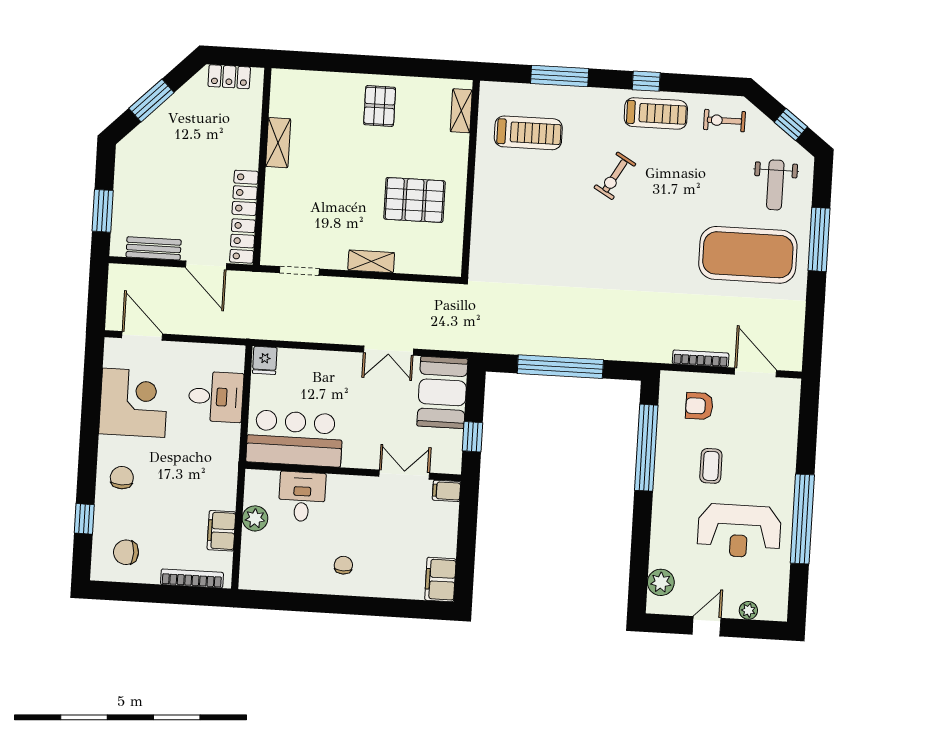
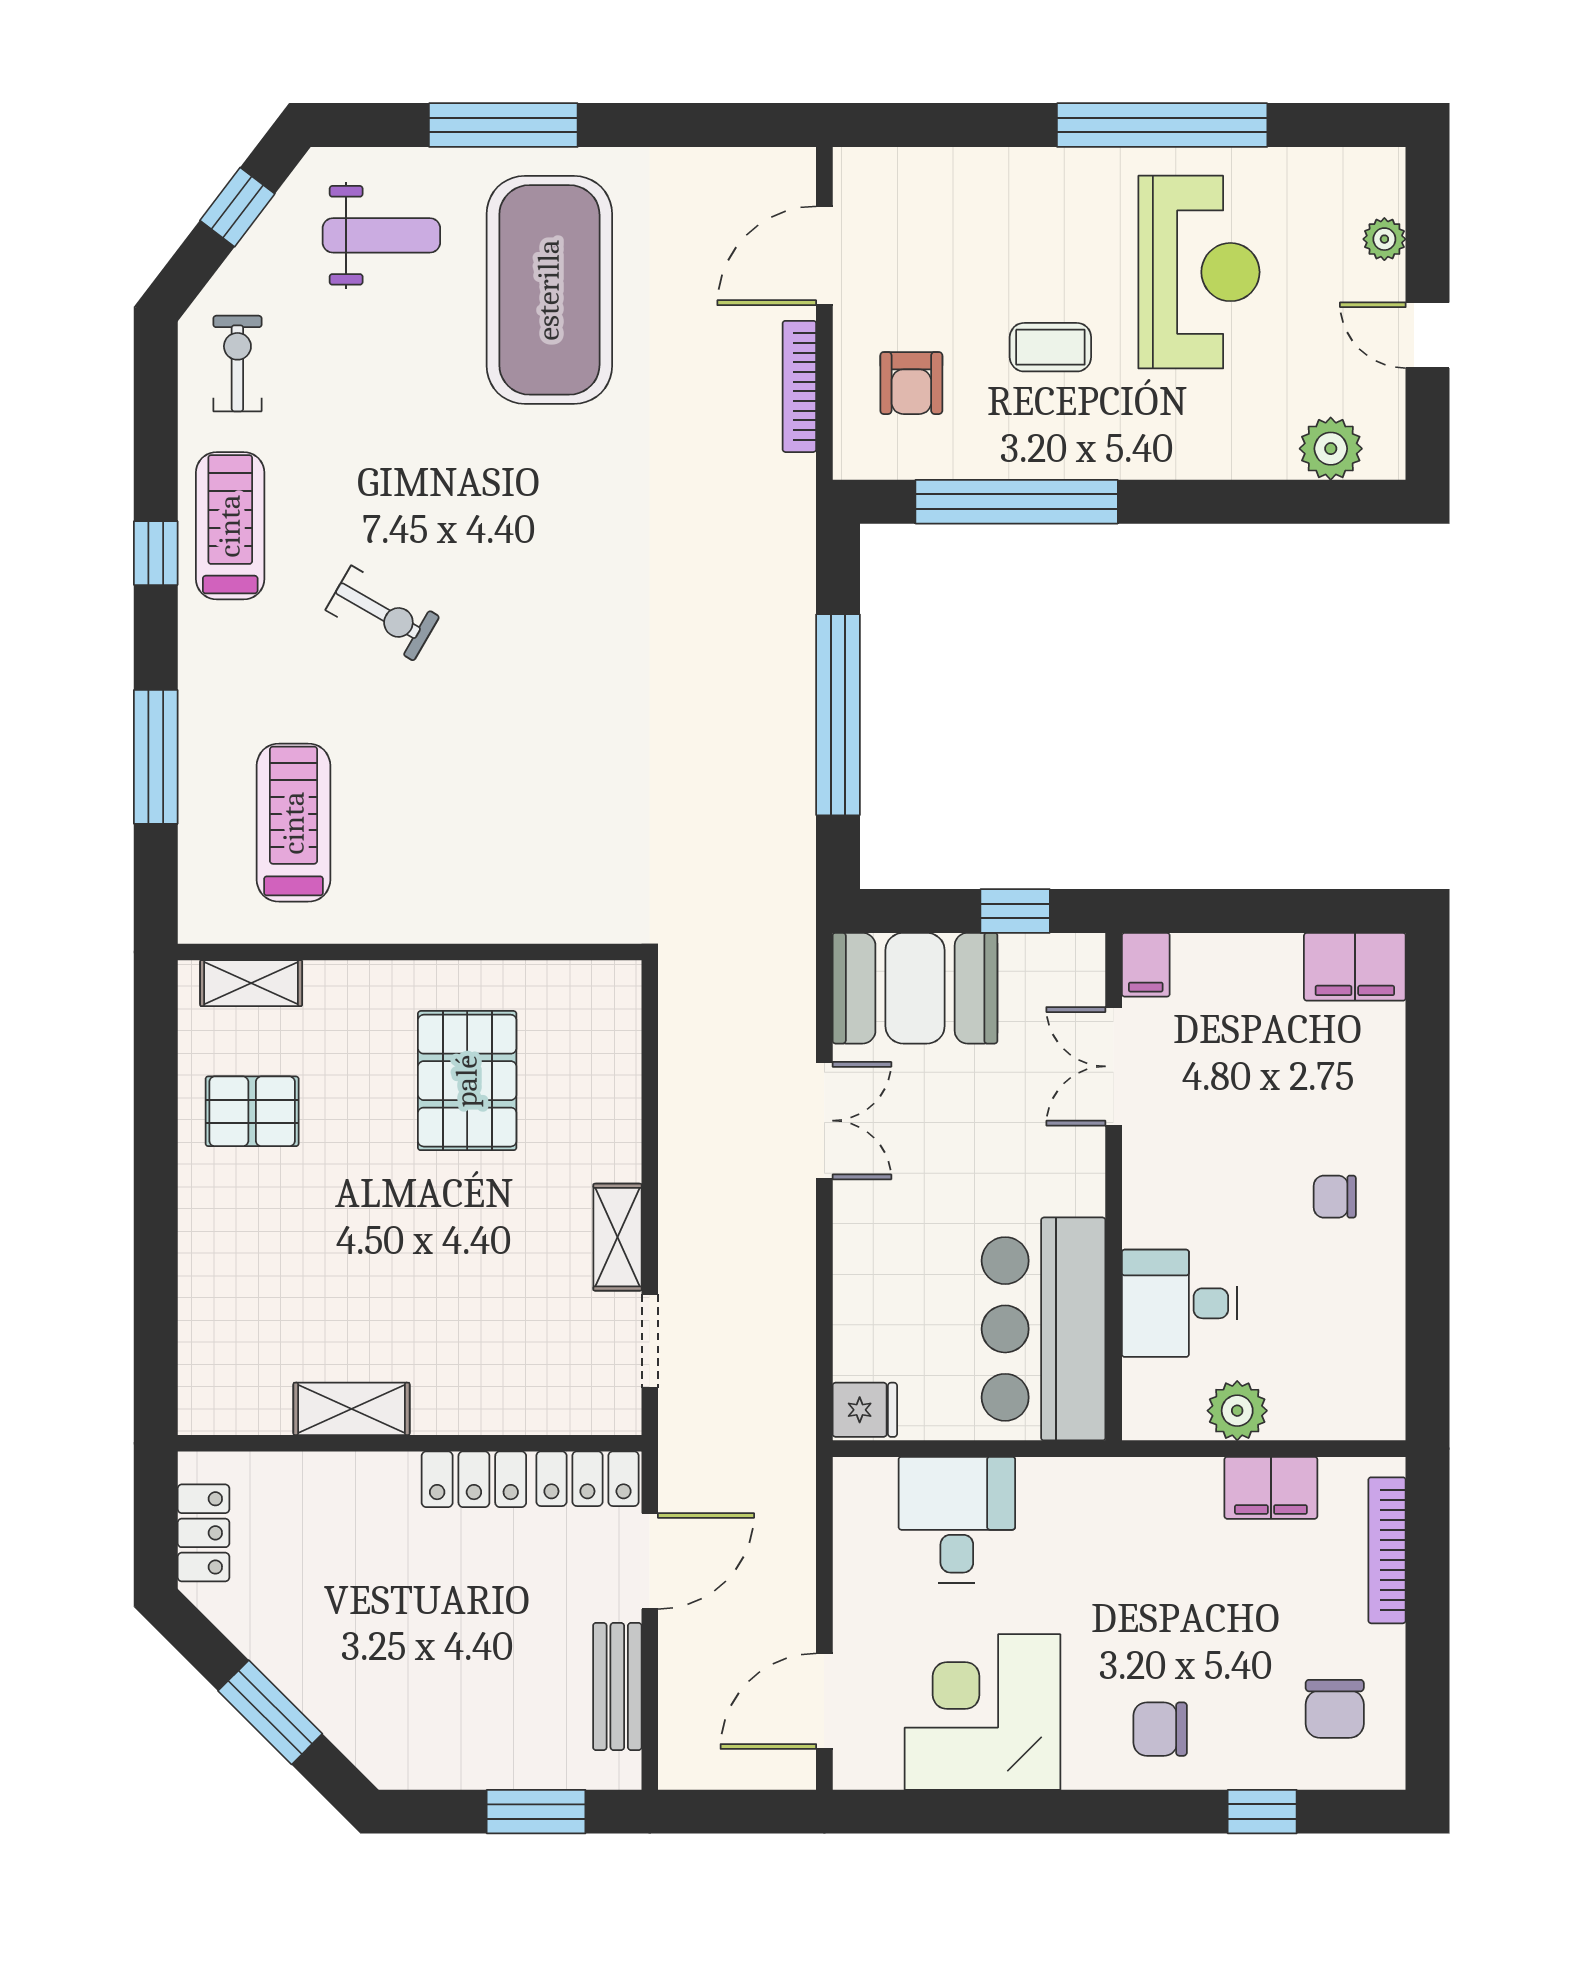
pallet: (380, 106) -> (252, 1111), moved
exercise bike: (724, 121) -> (237, 364), turned 180
shelving: (371, 261) -> (617, 1237), moved

